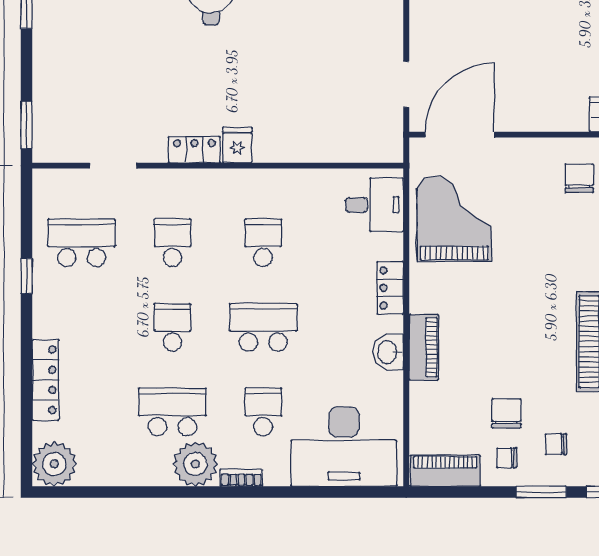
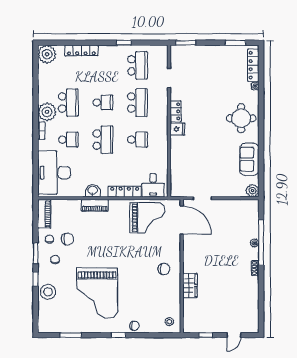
school desk: (172, 243) -> (137, 102), width x1.85
locker: (390, 288) -> (125, 192), width x1.53

